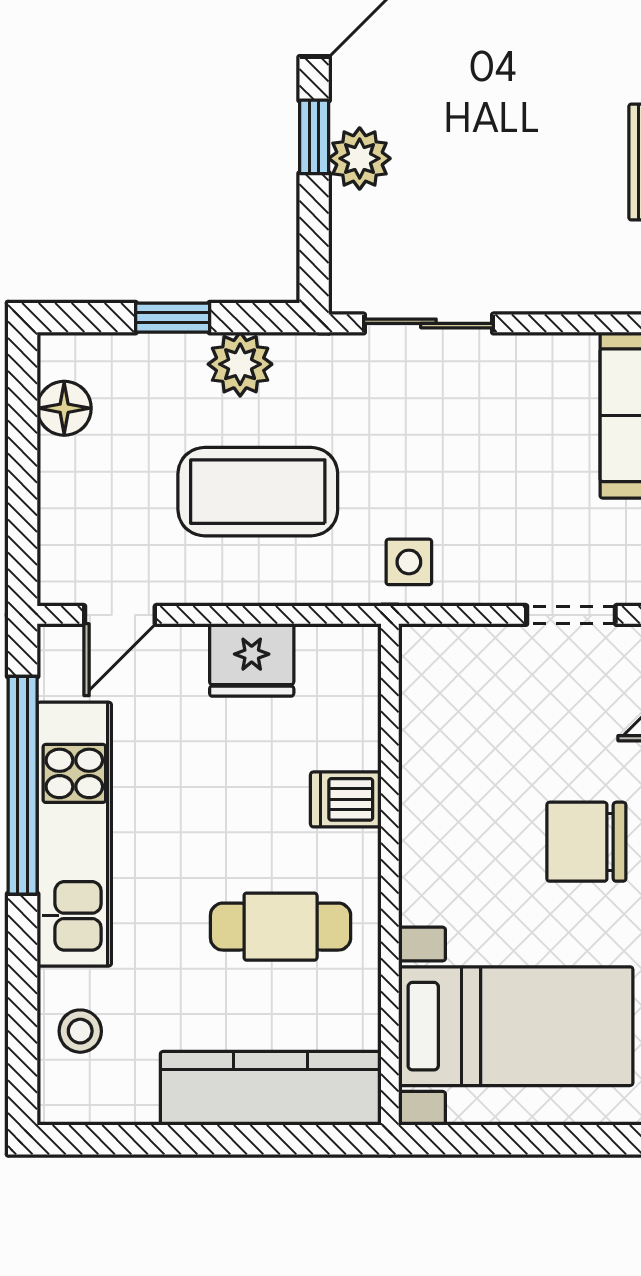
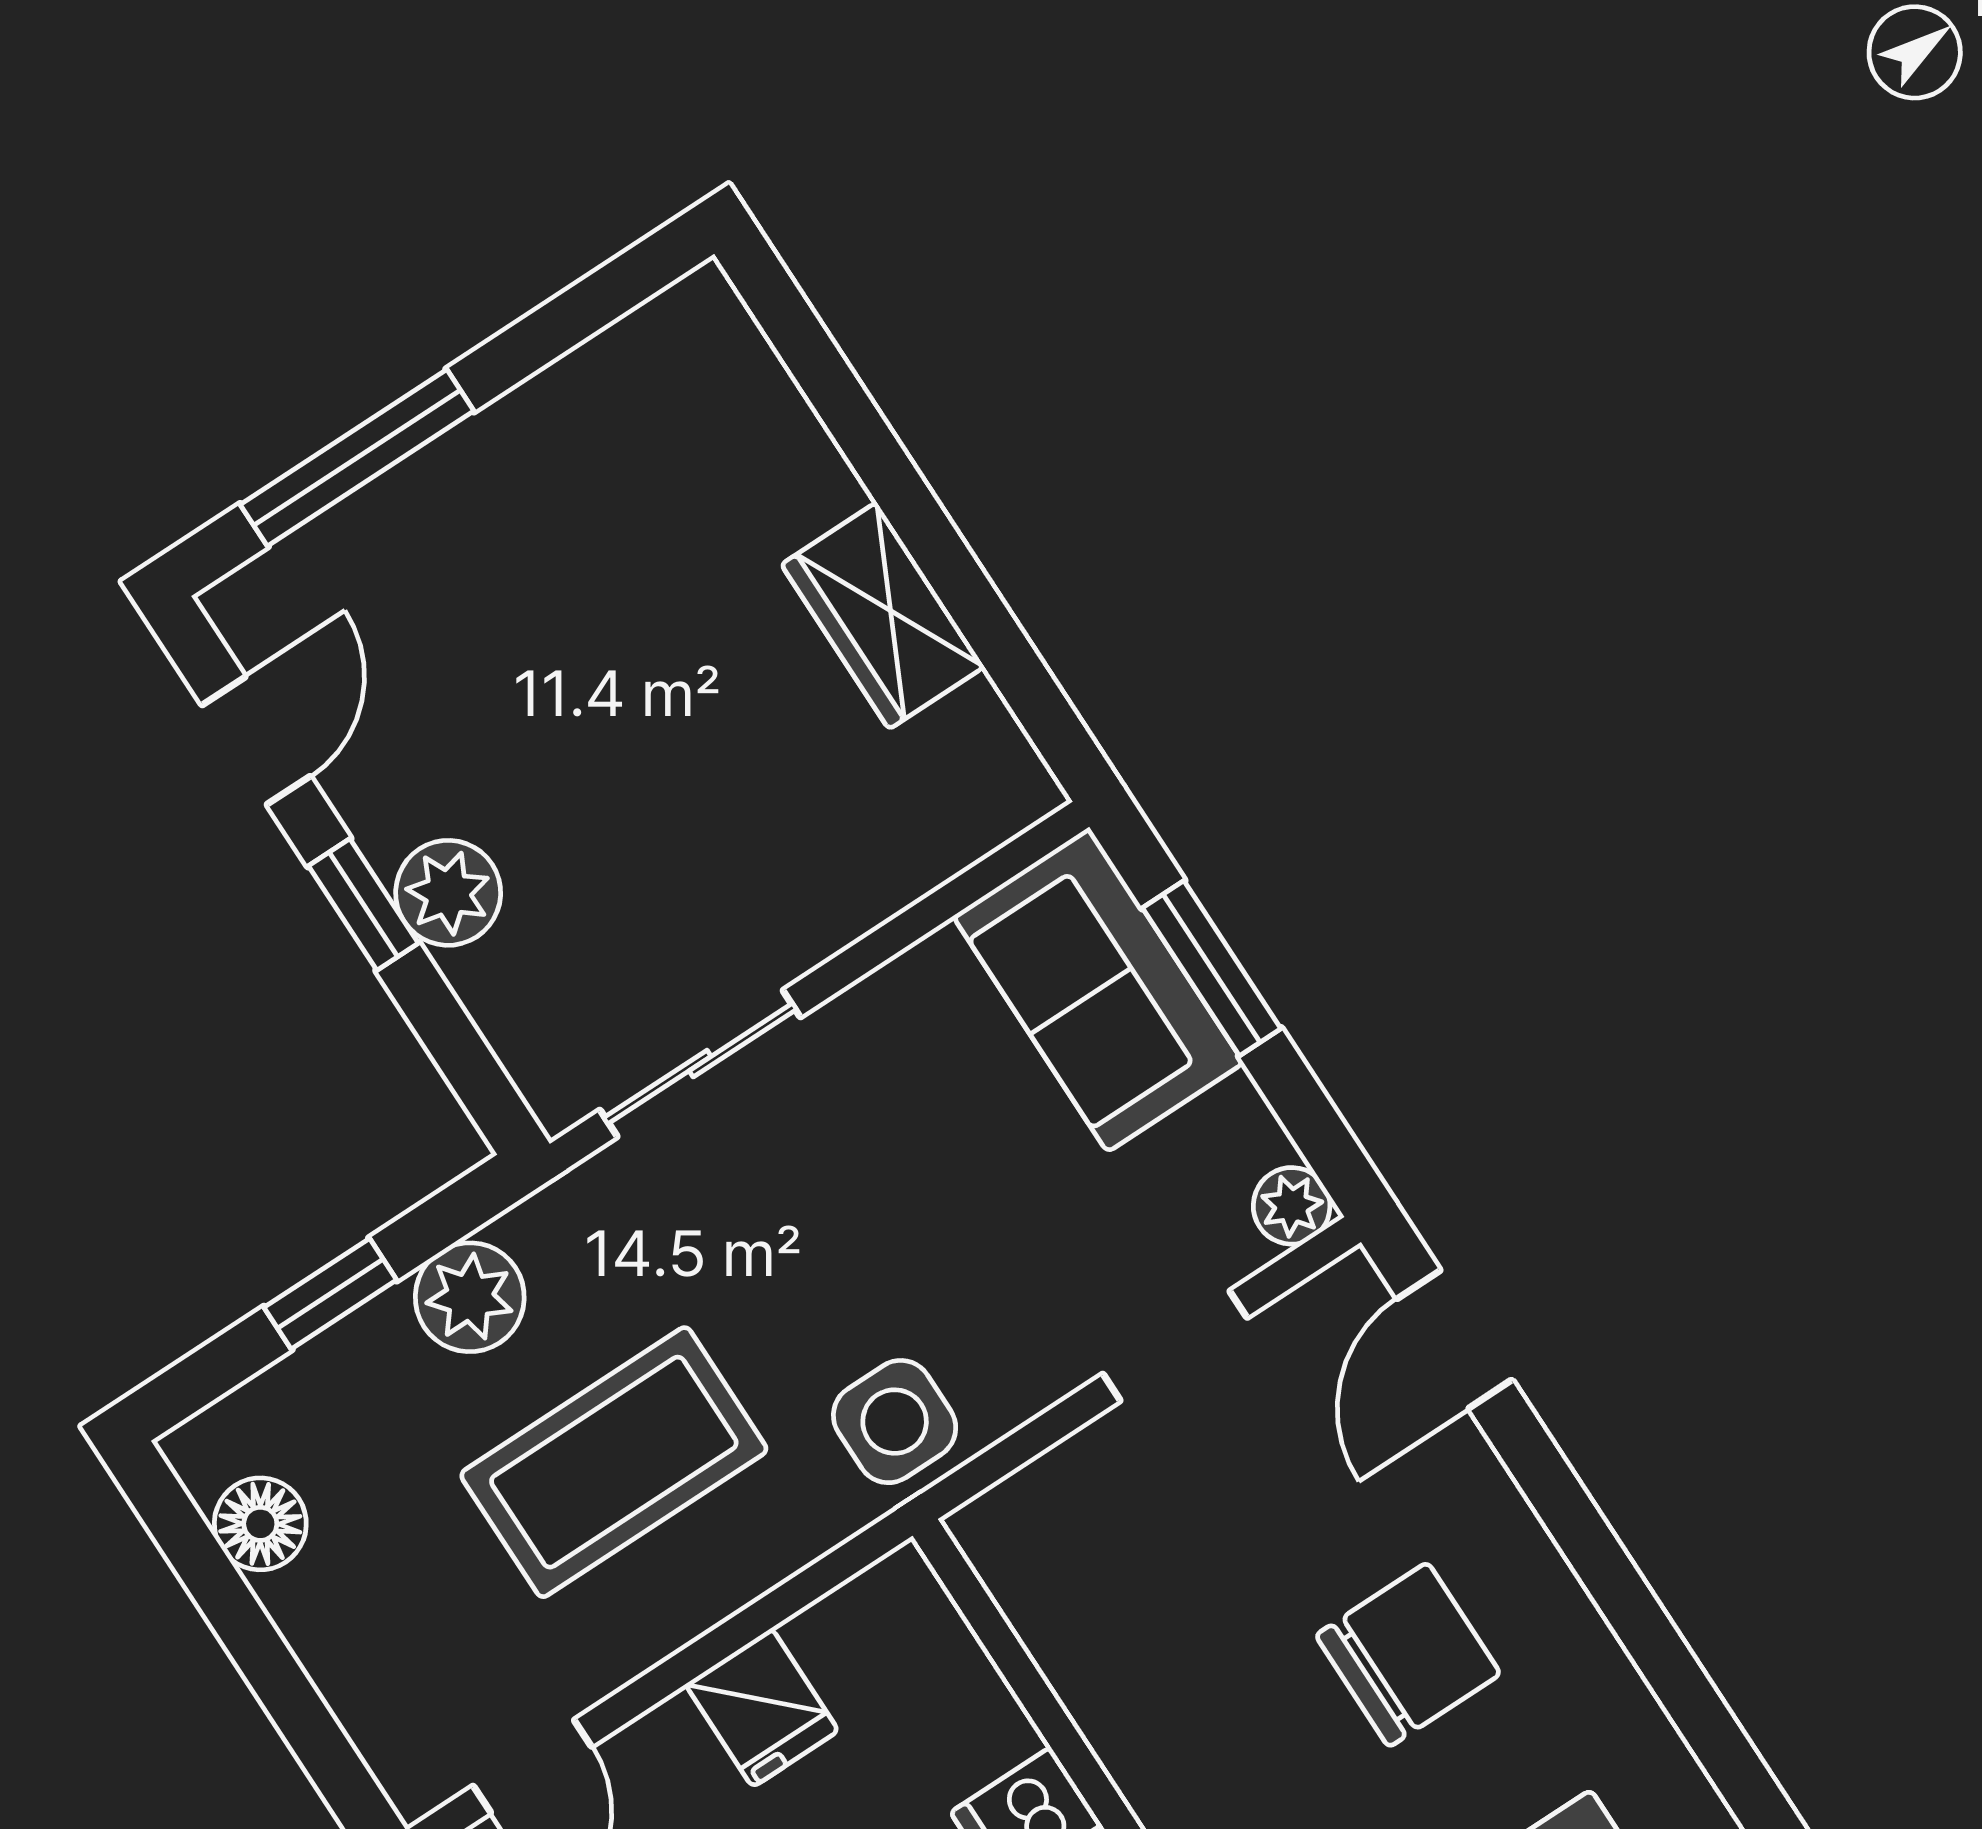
side table: (409, 562) -> (895, 1422), width x1.37, depth x1.37
fridge: (252, 660) -> (762, 1708), width x0.72
chair: (586, 842) -> (1408, 1655), turned 180

